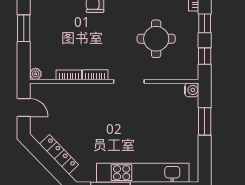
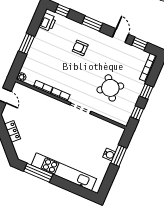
round table: (156, 39) -> (110, 88), turned -34
water cooler: (192, 90) -> (109, 155), moved
locker: (59, 154) -> (12, 131), width x0.66

